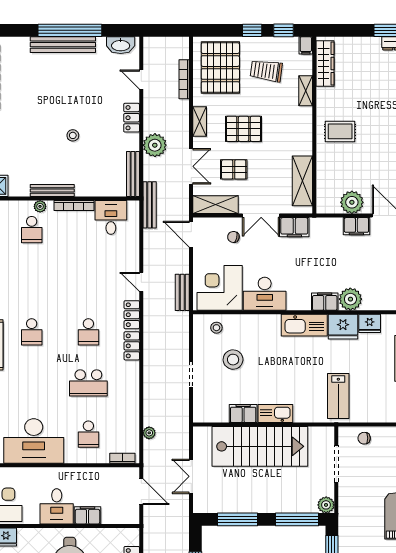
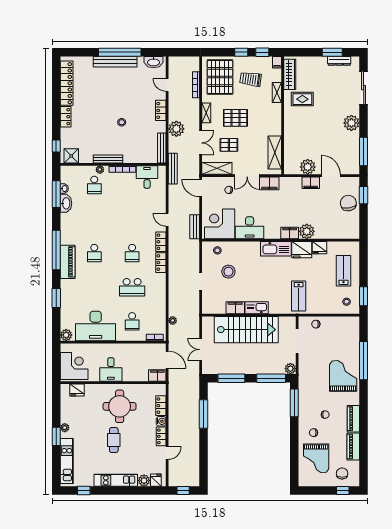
rug: (340, 131) -> (302, 99), moved
filing cabinet: (87, 515) -> (157, 376), moved

